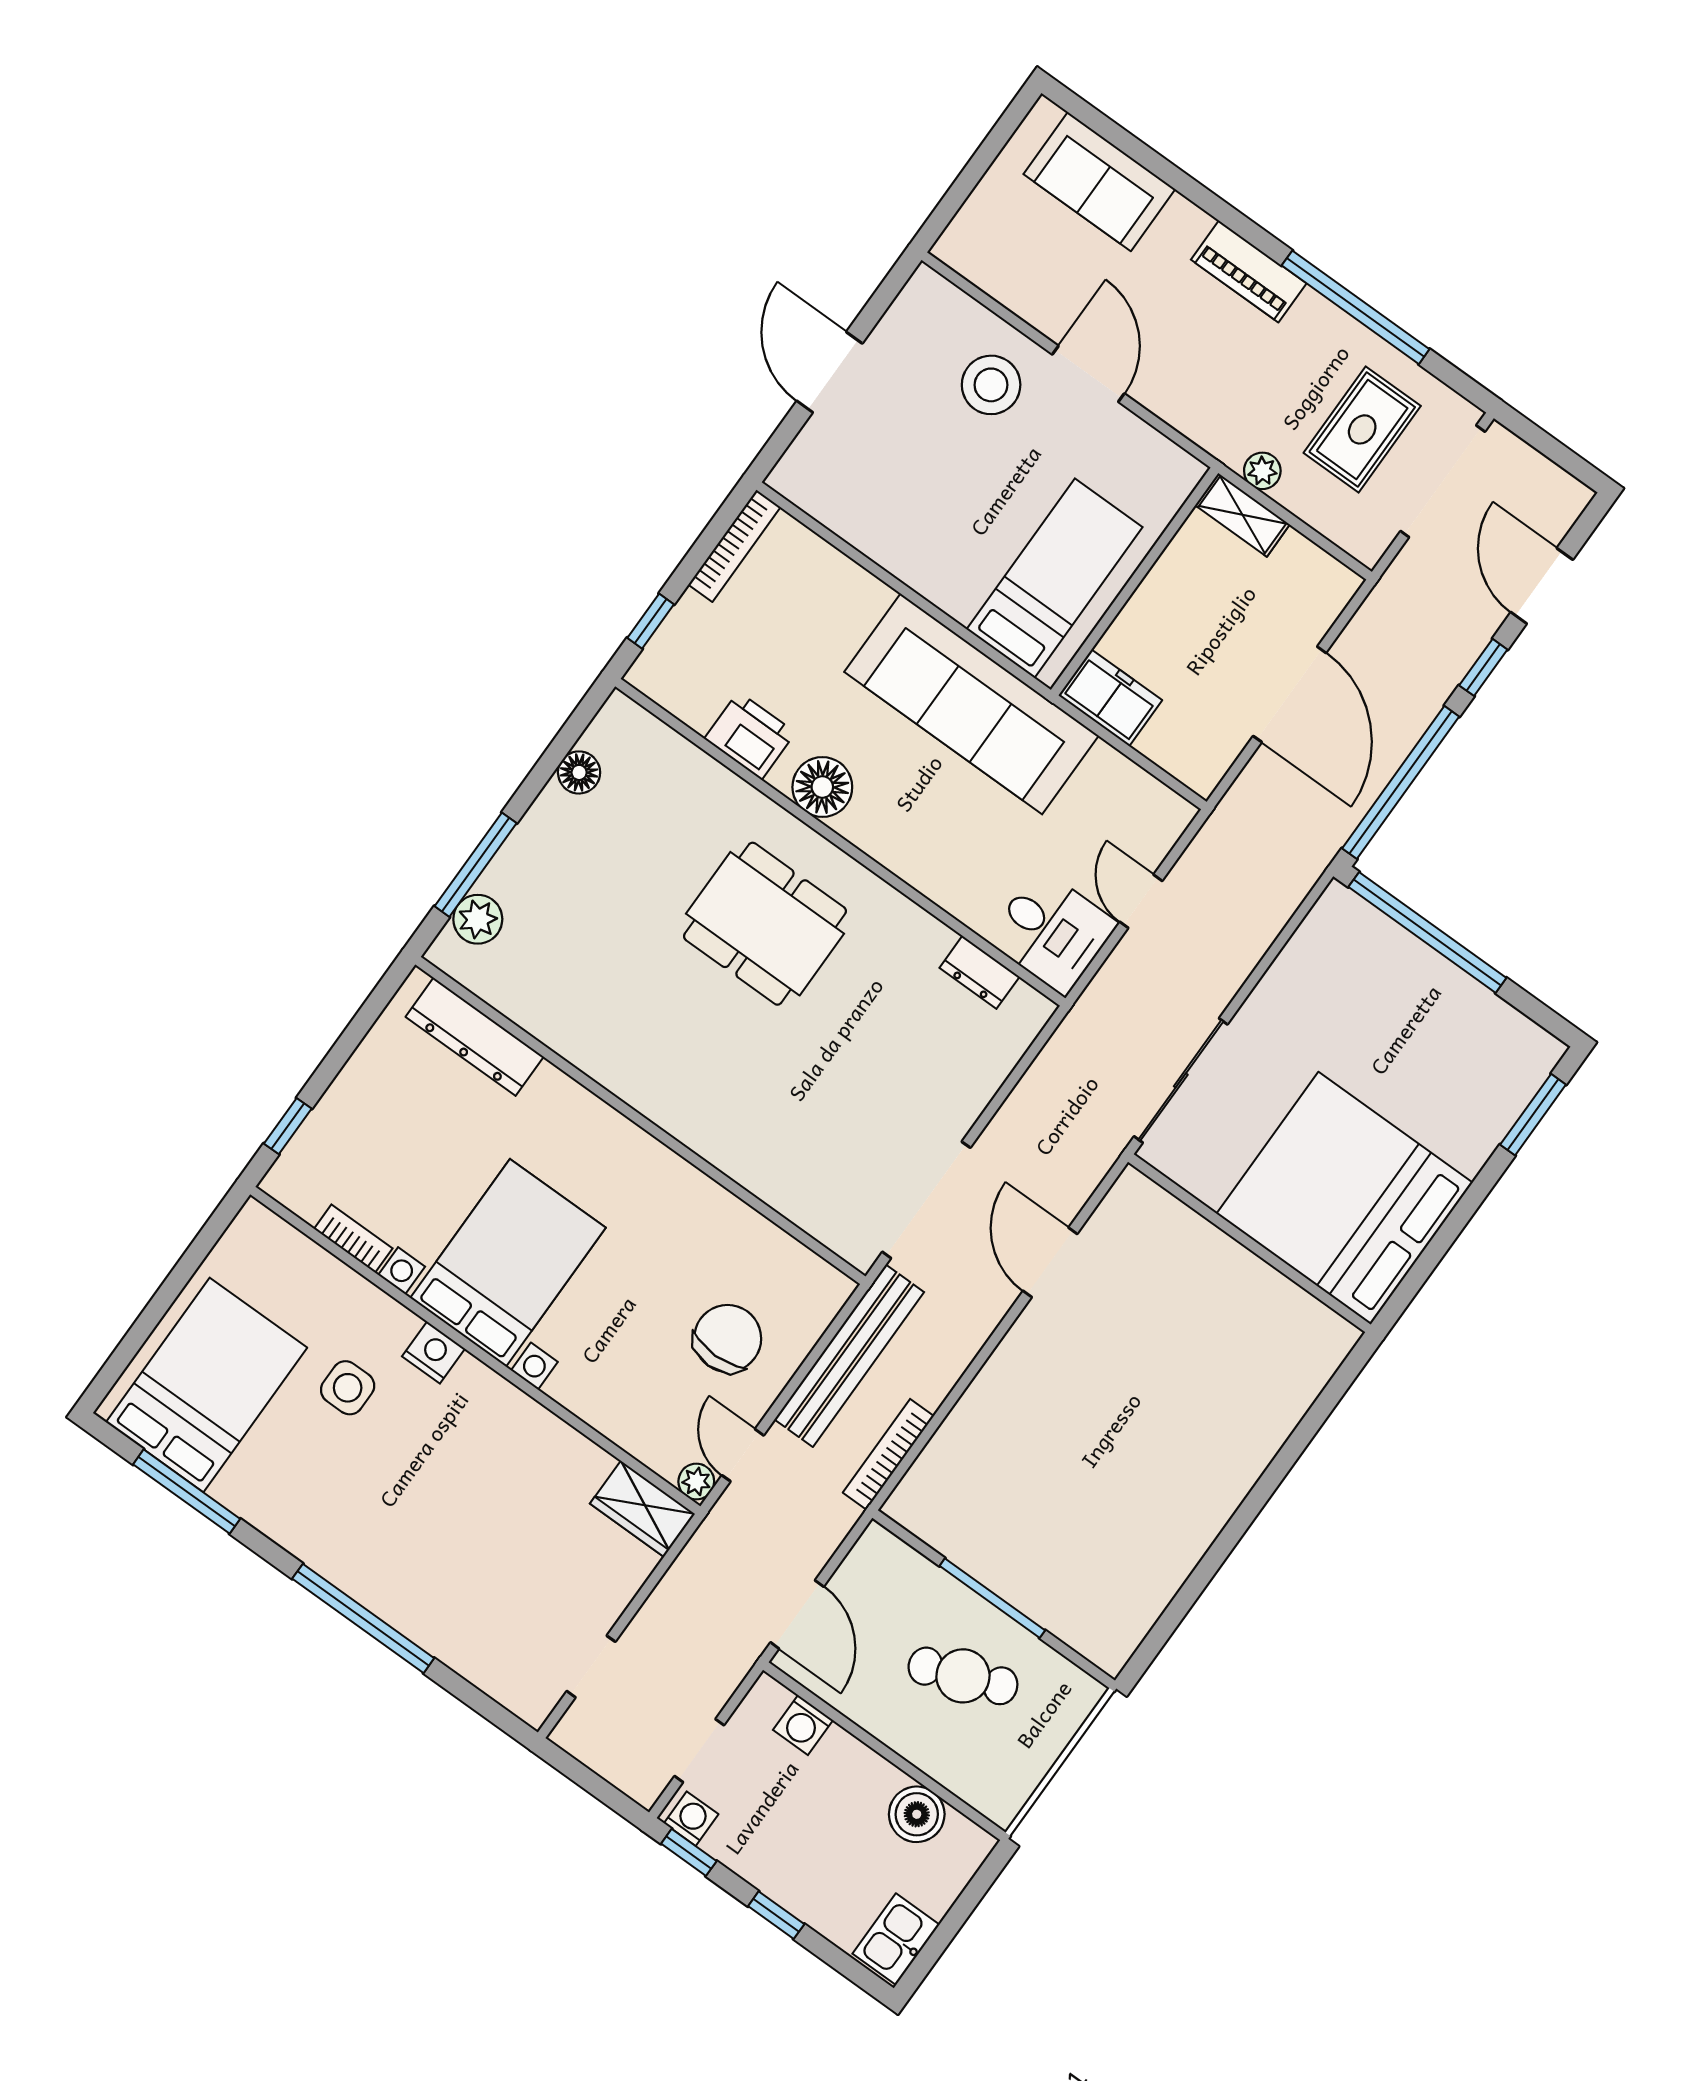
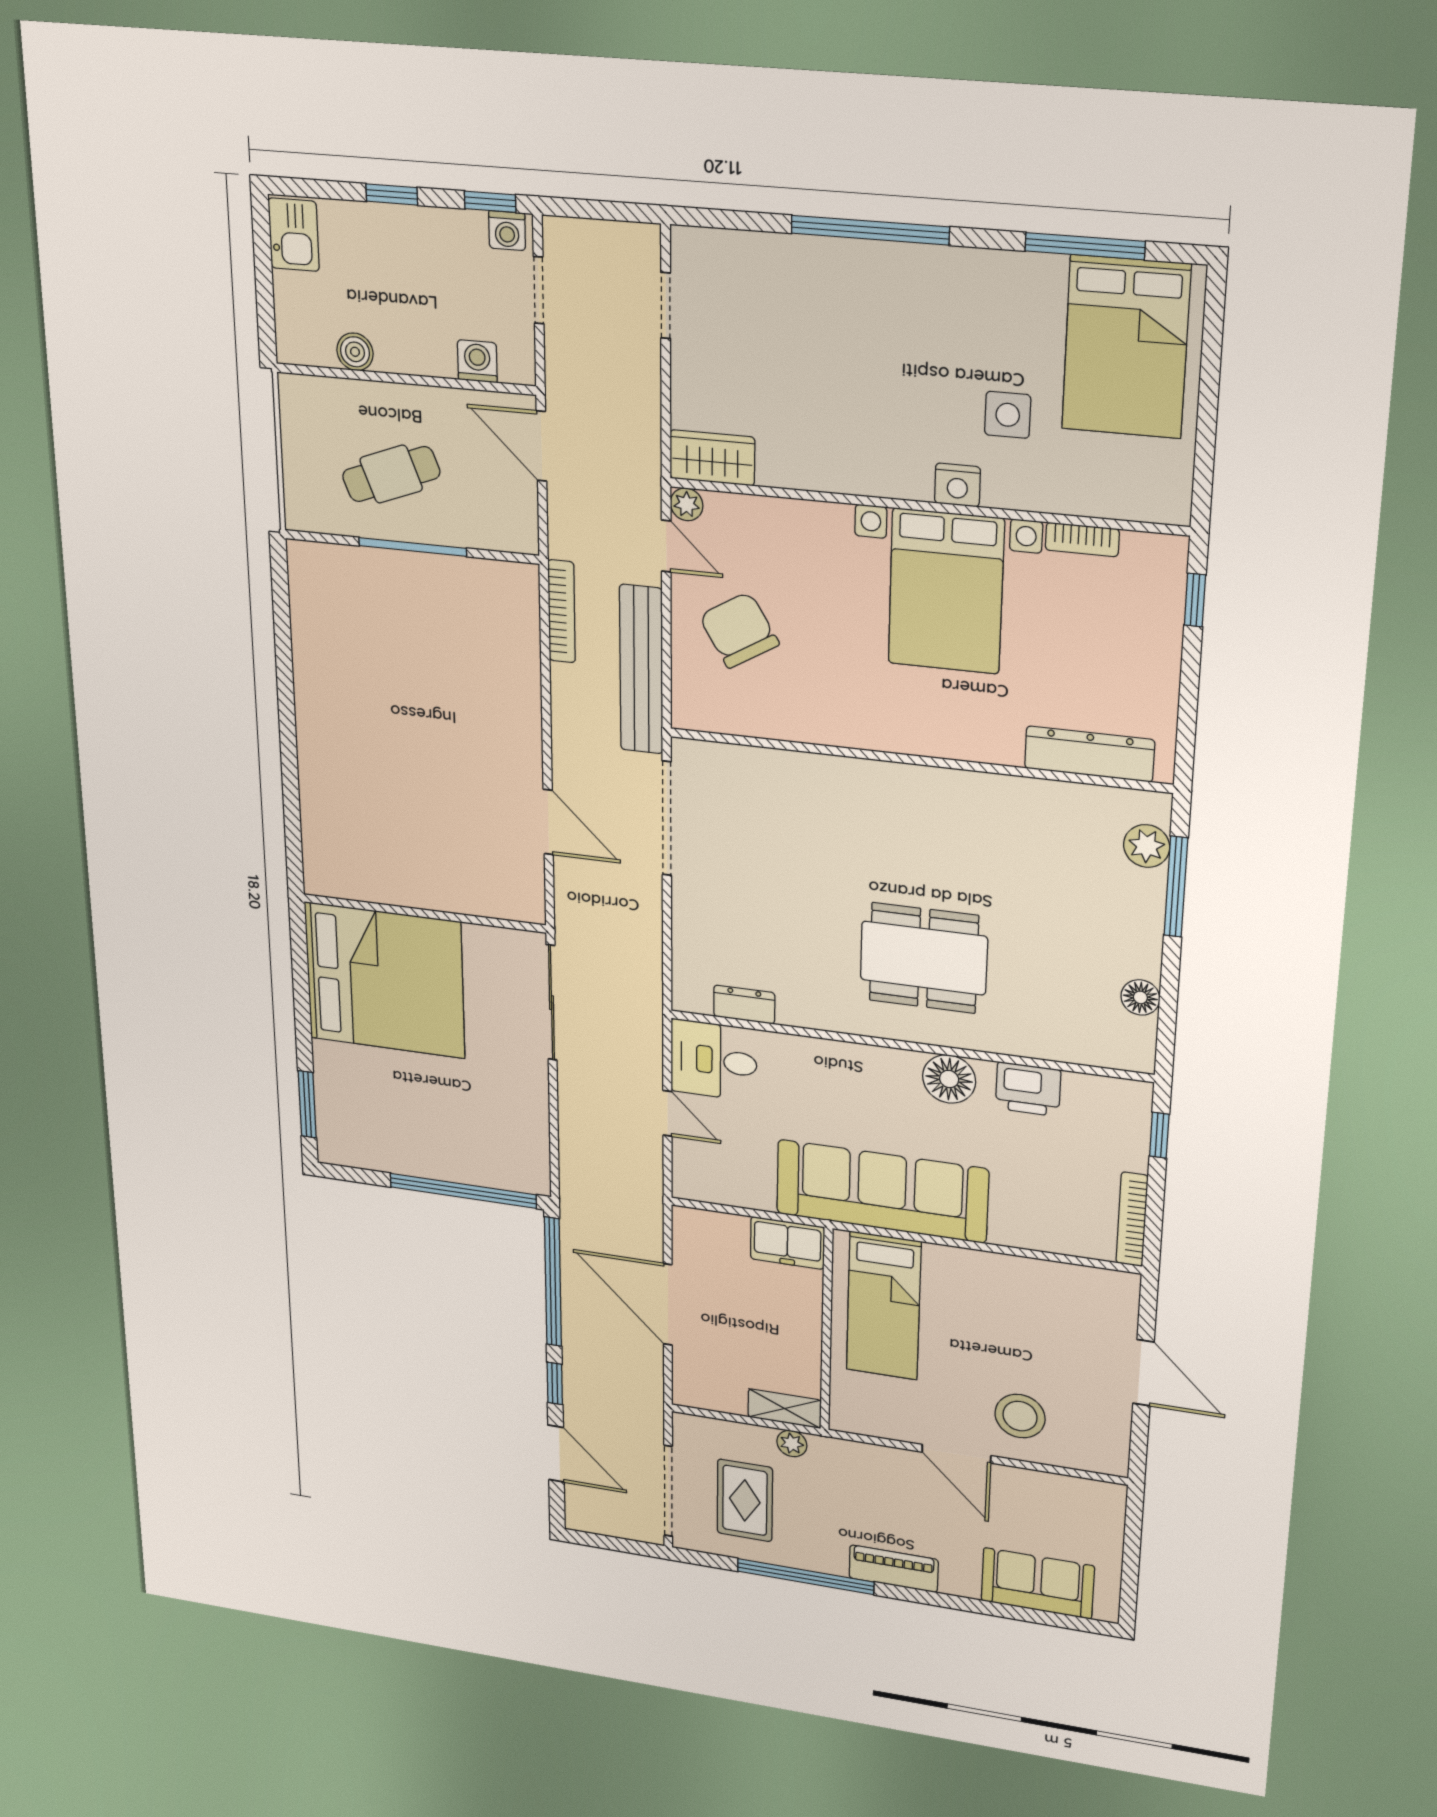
chair: (728, 1338) -> (739, 630), turned 149
boiler: (917, 1814) -> (355, 352), width x0.73, depth x0.73

